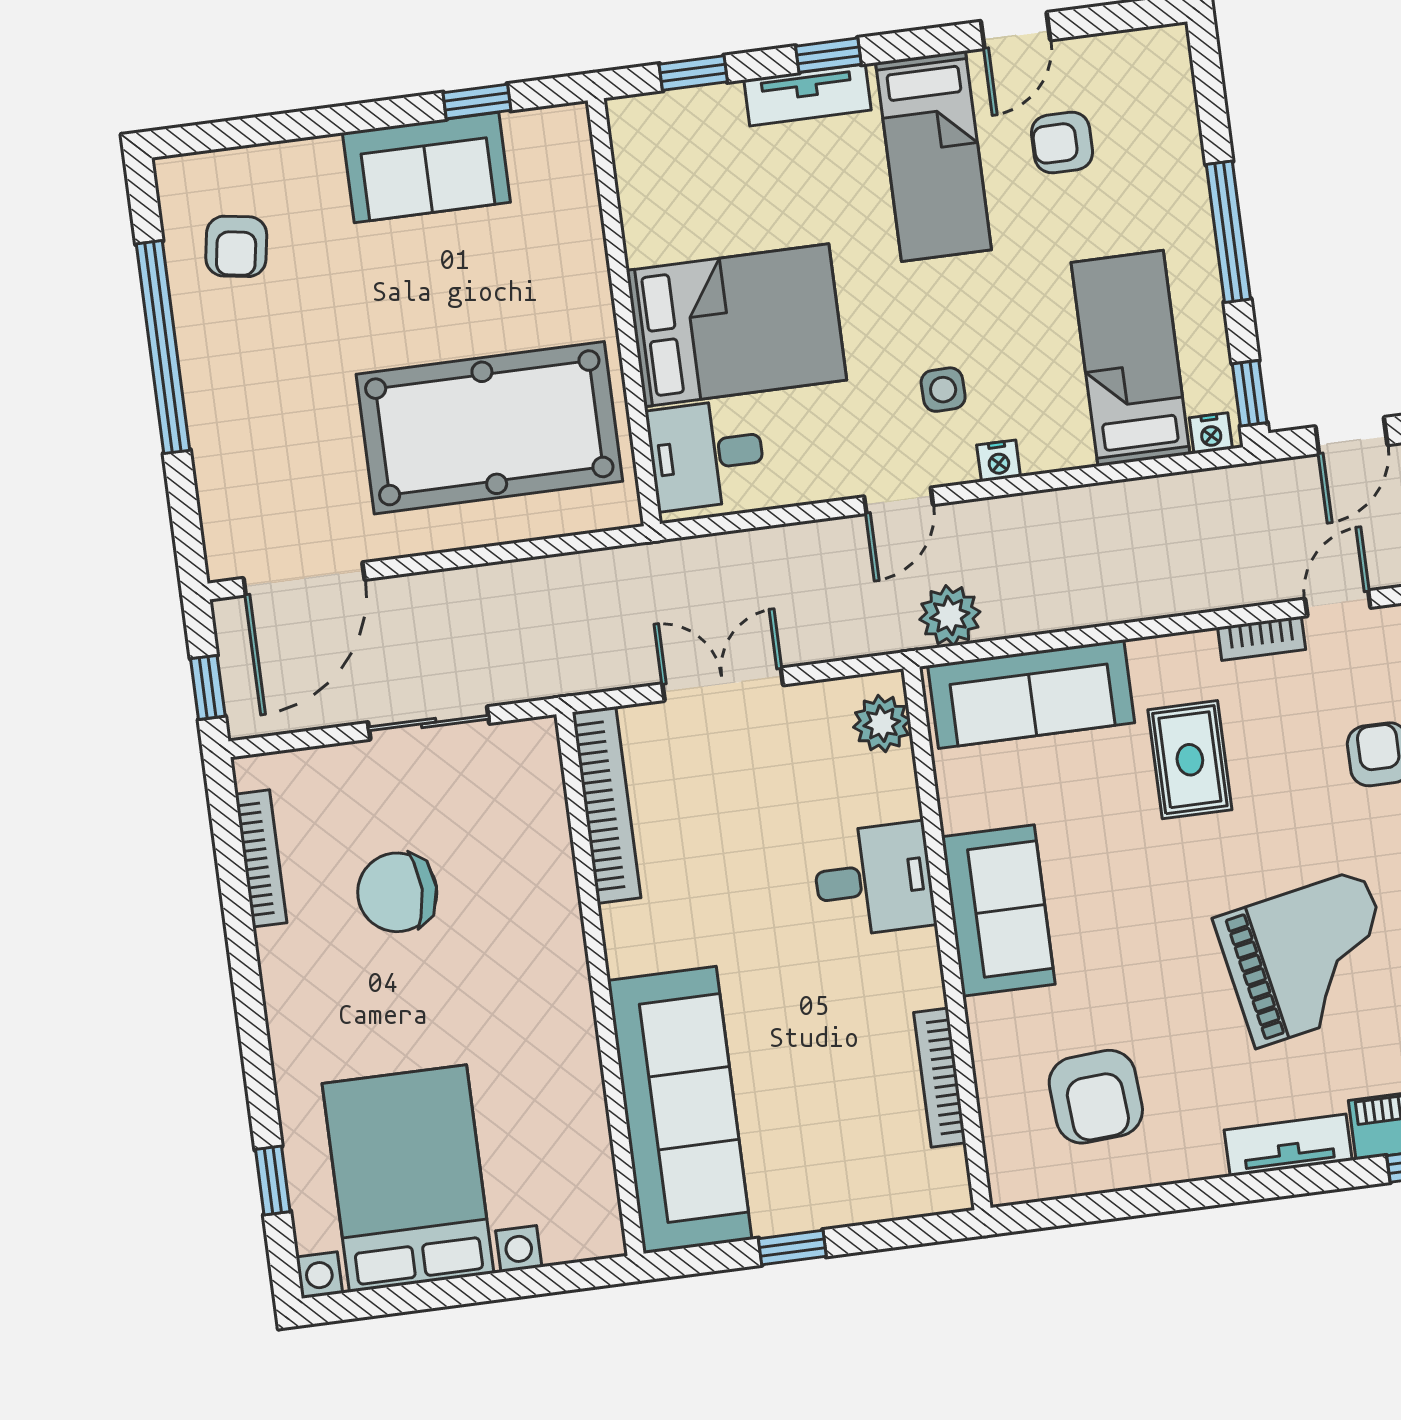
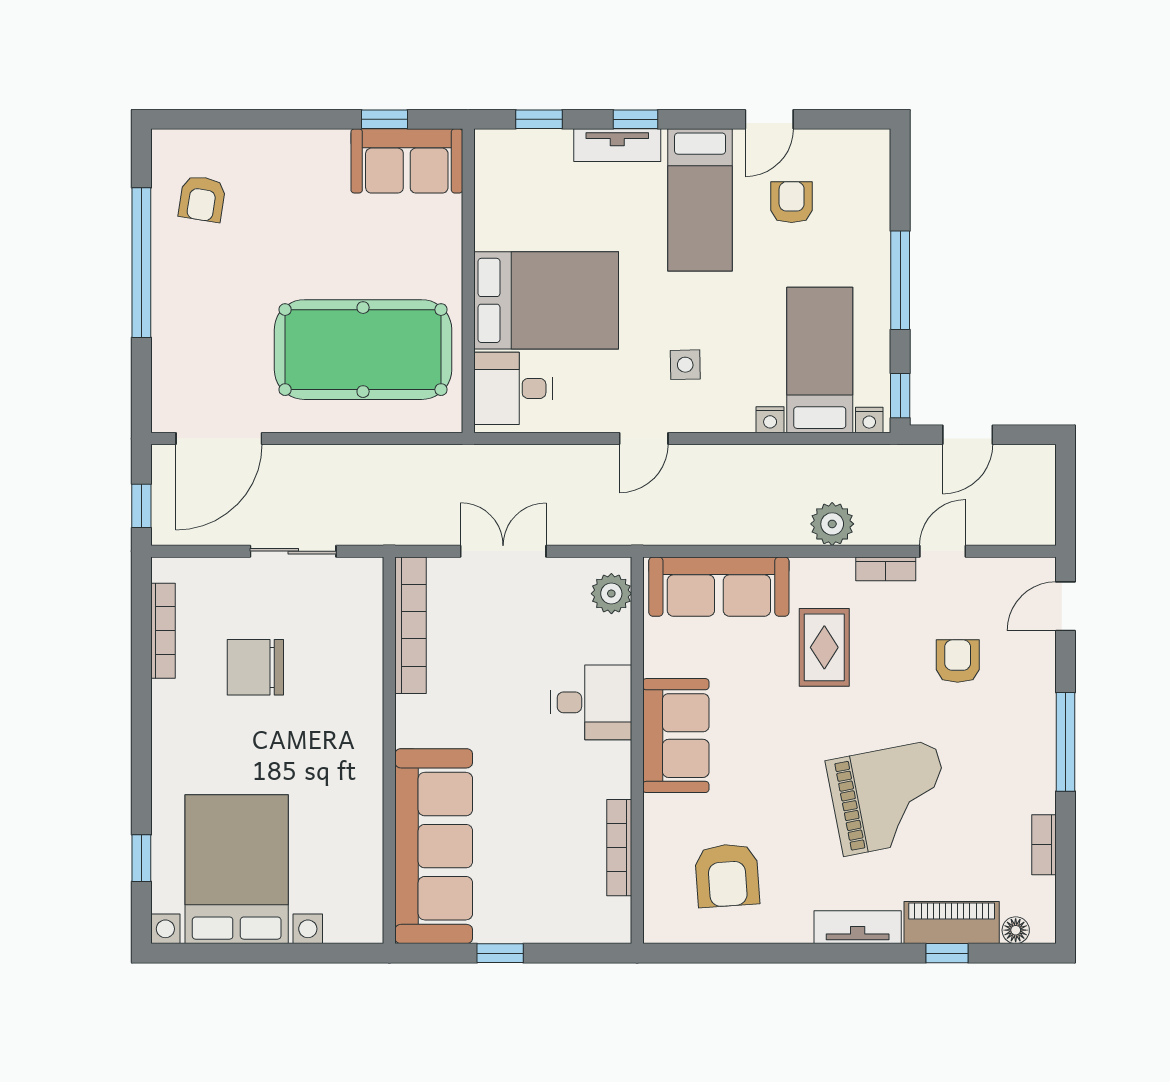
armchair: (1062, 143) -> (792, 202), turned 90
sofa: (426, 167) -> (407, 161), moved
nightstand: (999, 461) -> (770, 420), moved
plant: (950, 616) -> (832, 524), moved

